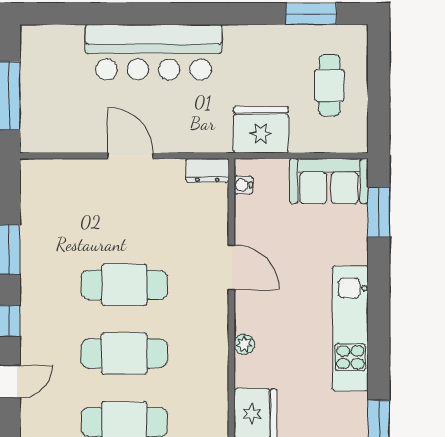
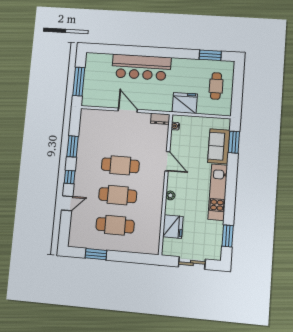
sofa: (329, 181) -> (219, 146), moved, turned 90

